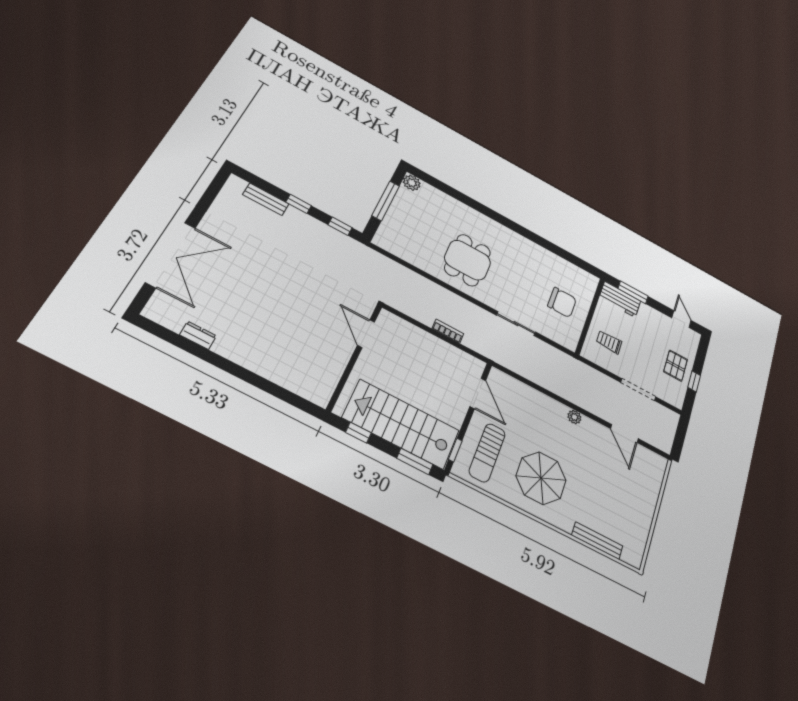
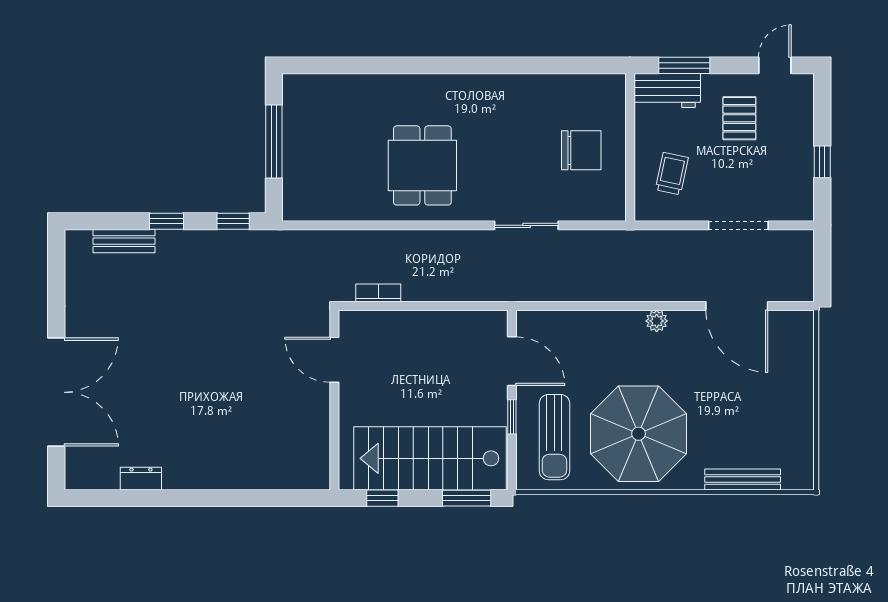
plant: (412, 183) -> (296, 88), removed
door: (681, 319) -> (775, 65), hinge flipped
bookcase: (448, 331) -> (378, 293), moved
trolley: (609, 342) -> (672, 174), turned 102
pallet: (676, 366) -> (739, 118), moved
door: (624, 434) -> (737, 306), width x1.36
window: (455, 450) -> (512, 417), moved
parasol: (541, 478) -> (639, 434), width x1.36, depth x1.36

